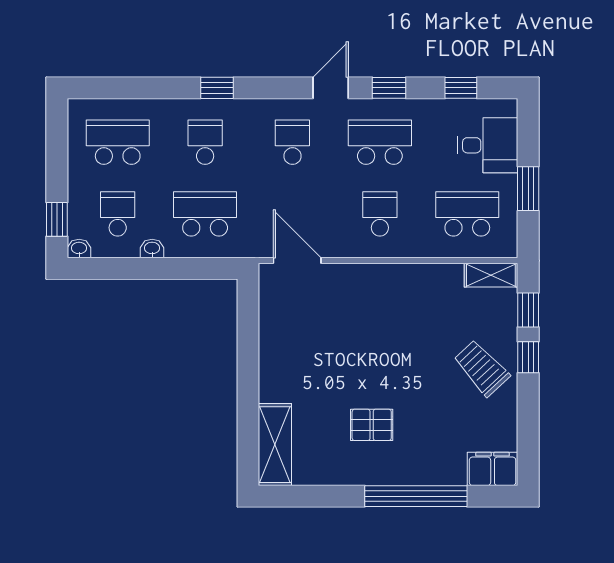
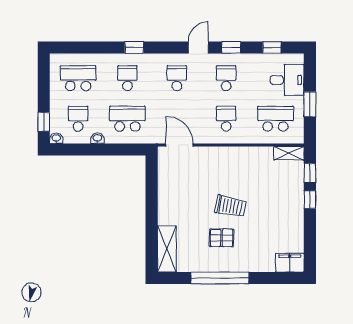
school desk: (380, 142) -> (226, 78), width x0.54
trolley: (482, 368) -> (230, 206), moved, turned 144
window: (416, 496) -> (220, 278), moved

